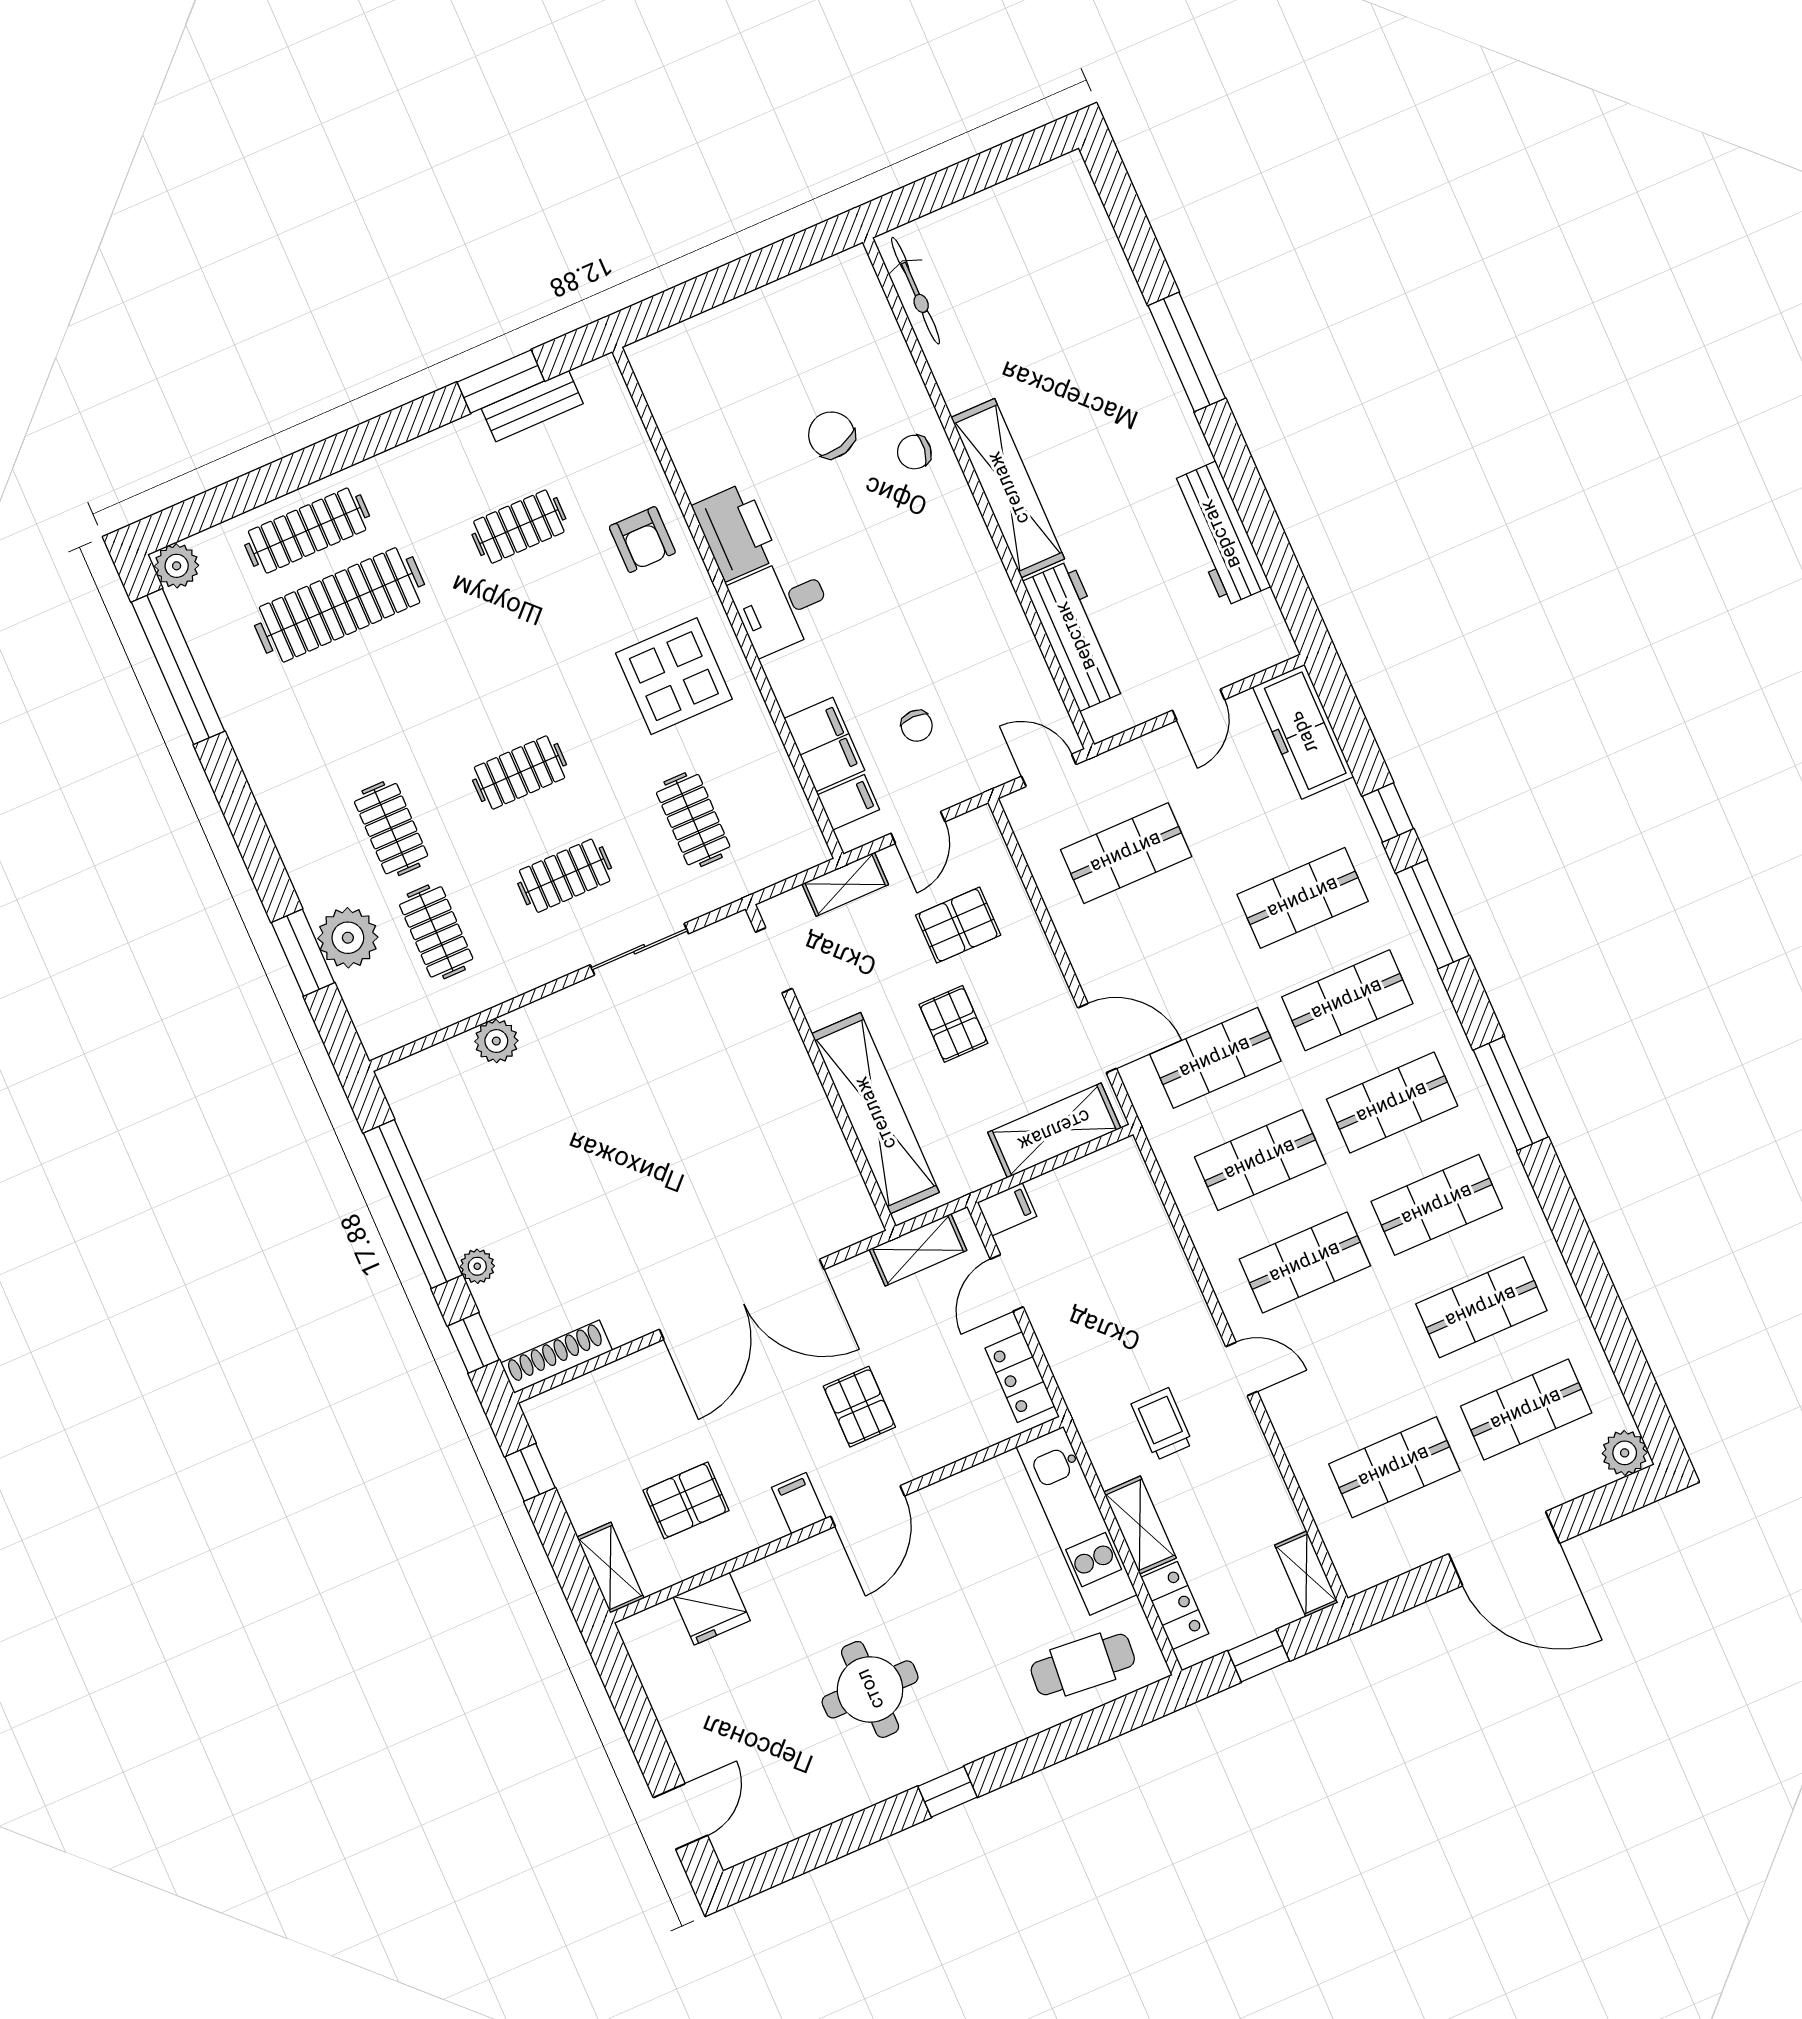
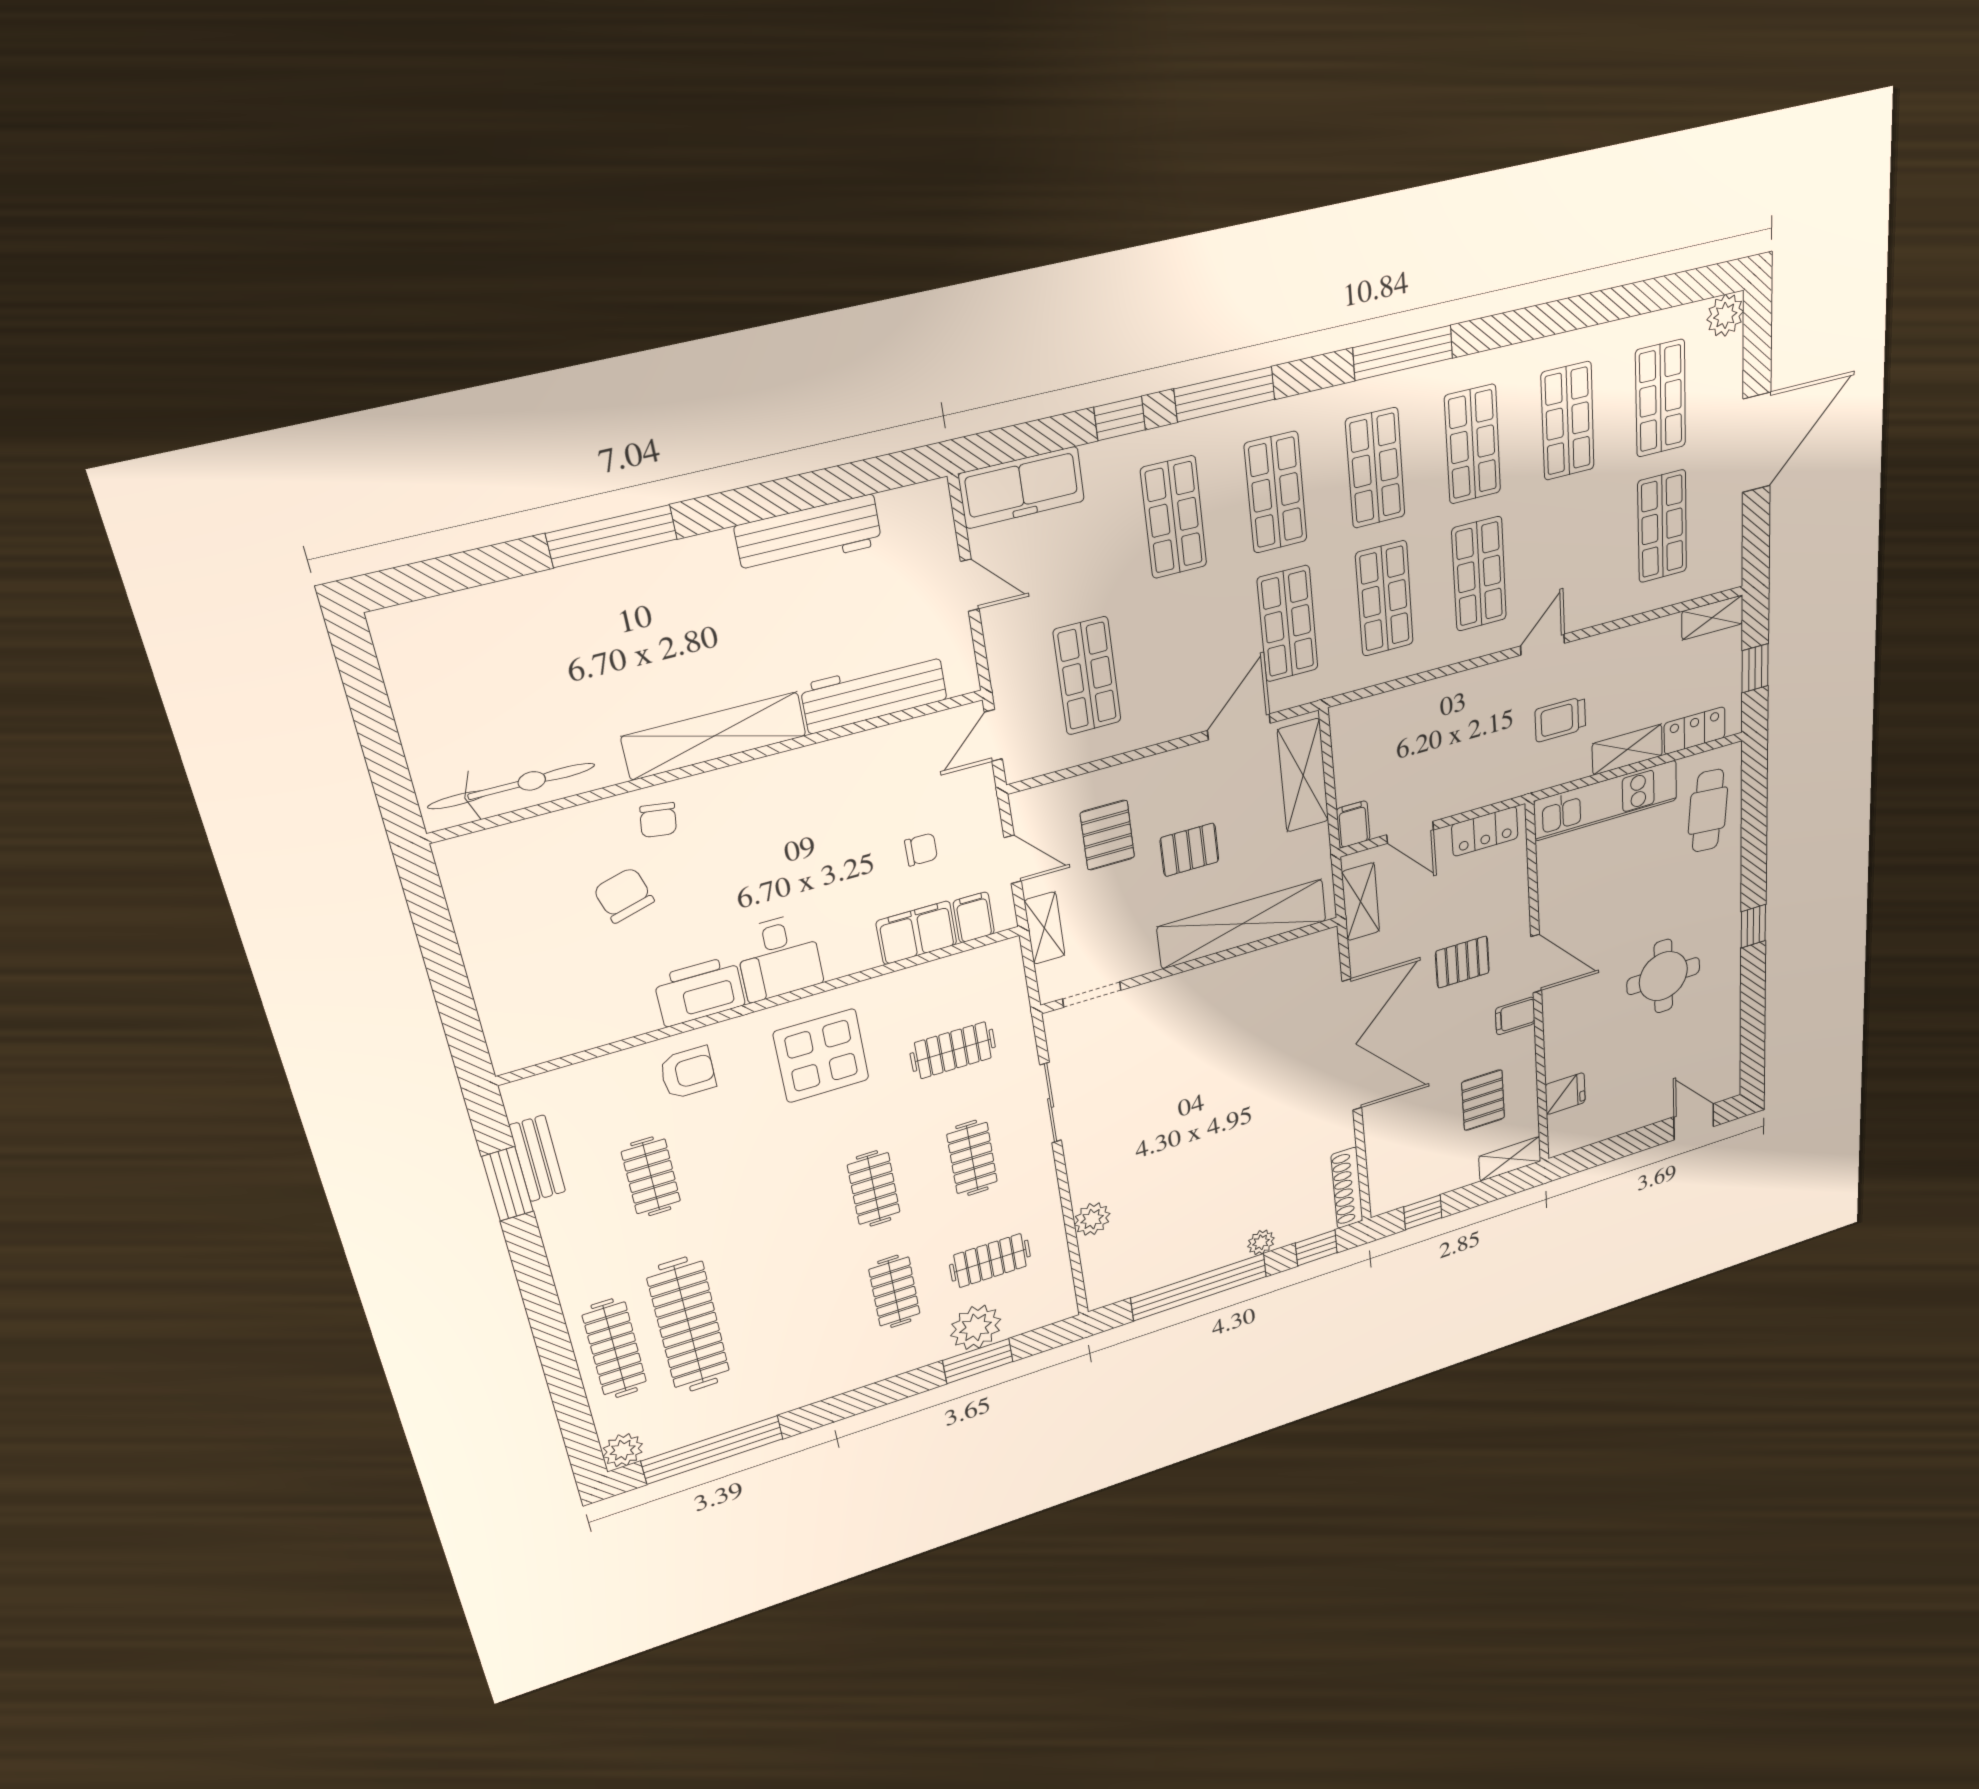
bicycle: (916, 291) -> (512, 786), width x1.37, depth x1.40
chair: (831, 435) -> (624, 895), turned 89
clothes rail: (391, 829) -> (894, 1292), turned 90
fridge: (712, 1609) -> (1565, 1094), width x0.72

